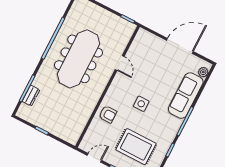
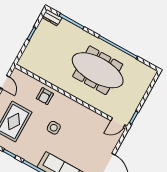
door: (120, 63) -> (118, 123), moved
dresser: (31, 96) -> (52, 18), moved

